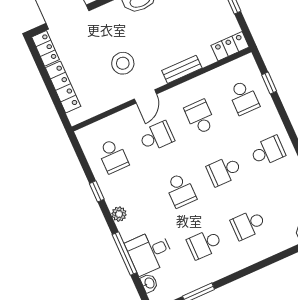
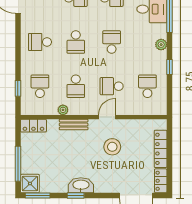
plant: (203, 81) -> (63, 110), added
school desk: (224, 171) -> (76, 42), turned 90

